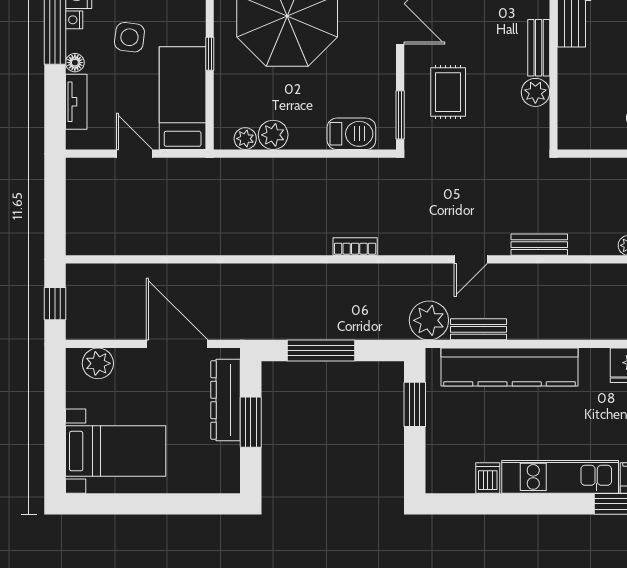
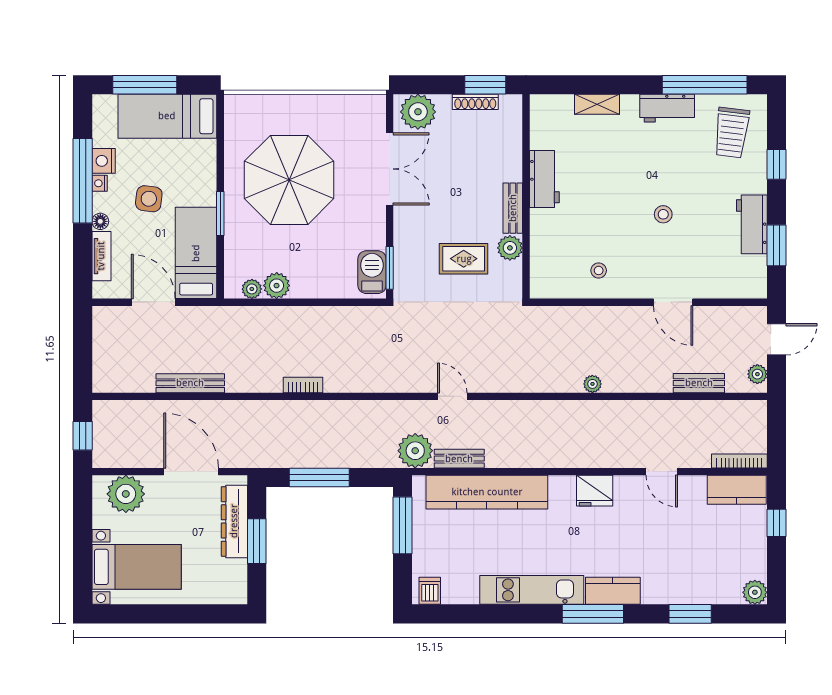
window: (210, 54) -> (220, 214), width x1.50
rug: (448, 92) -> (464, 259), moved, turned 90
barbecue: (351, 134) -> (372, 272), moved, turned -90
door: (134, 154) -> (153, 302), width x1.38
bench: (539, 245) -> (190, 383), moved, width x1.36
bookcase: (355, 247) -> (303, 385), moved
door: (471, 259) -> (452, 396), swing flipped
plant: (98, 363) -> (126, 494), width x1.36, depth x1.36
window: (415, 404) -> (403, 525), width x1.44
dishwasher: (488, 478) -> (430, 591), moved

